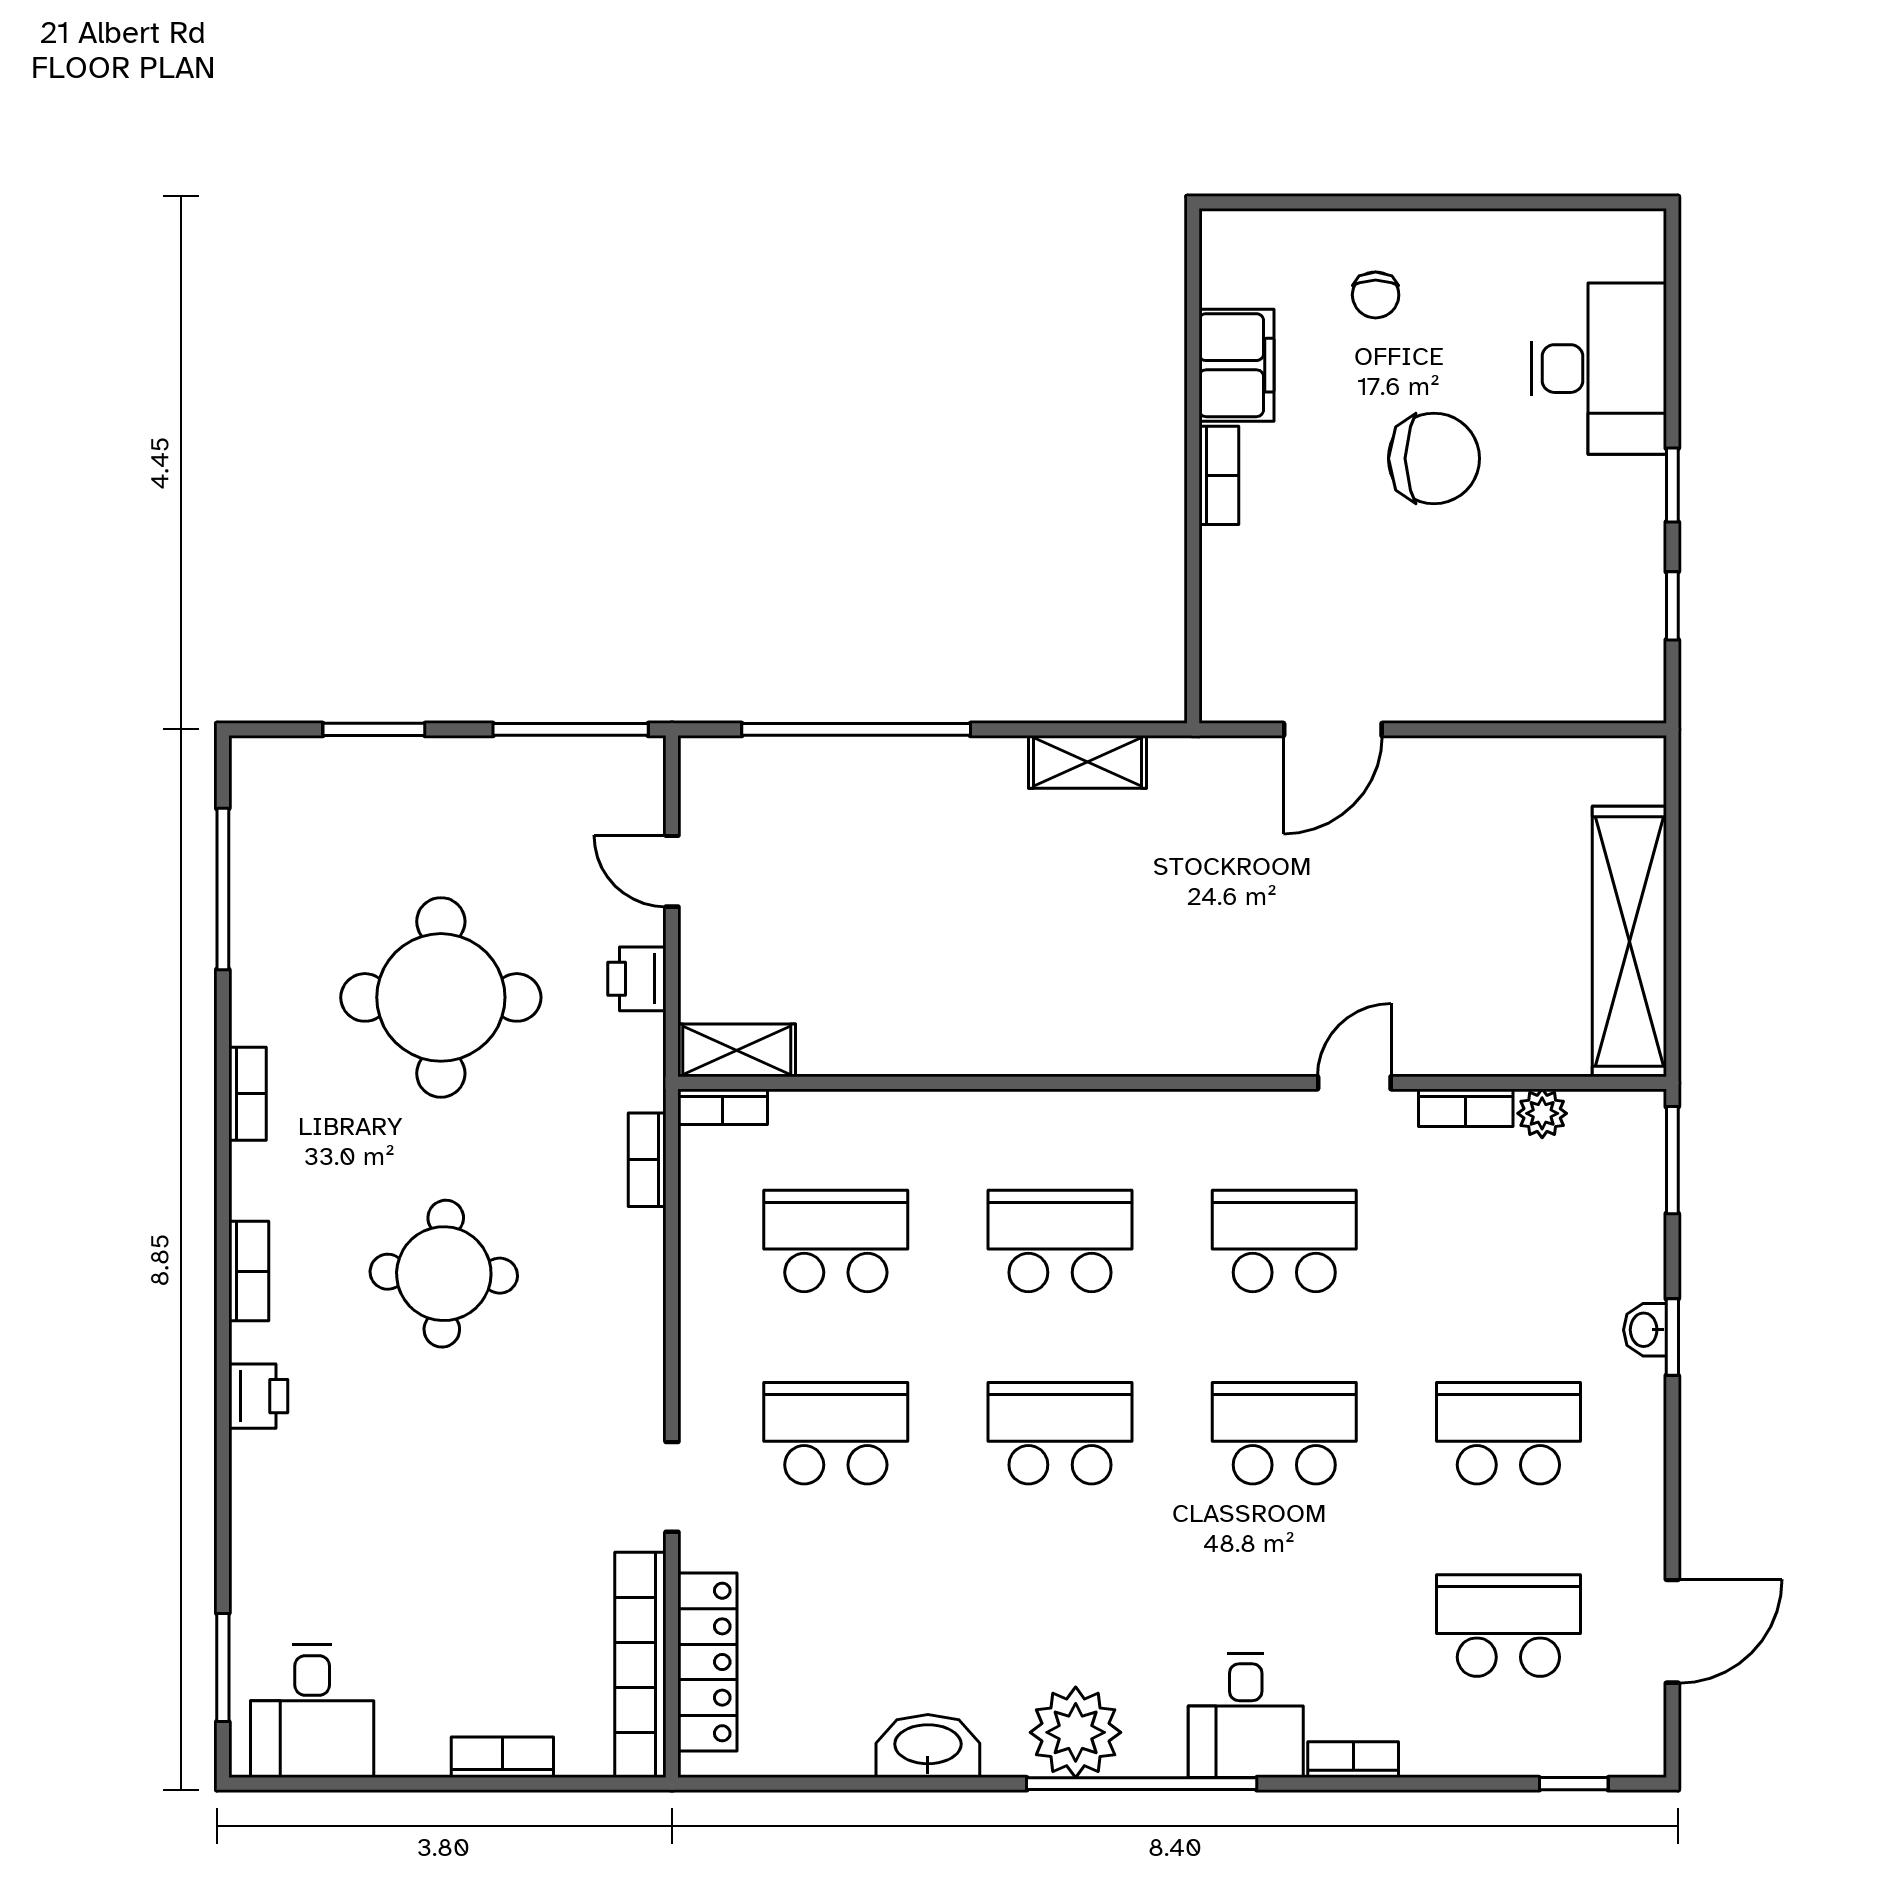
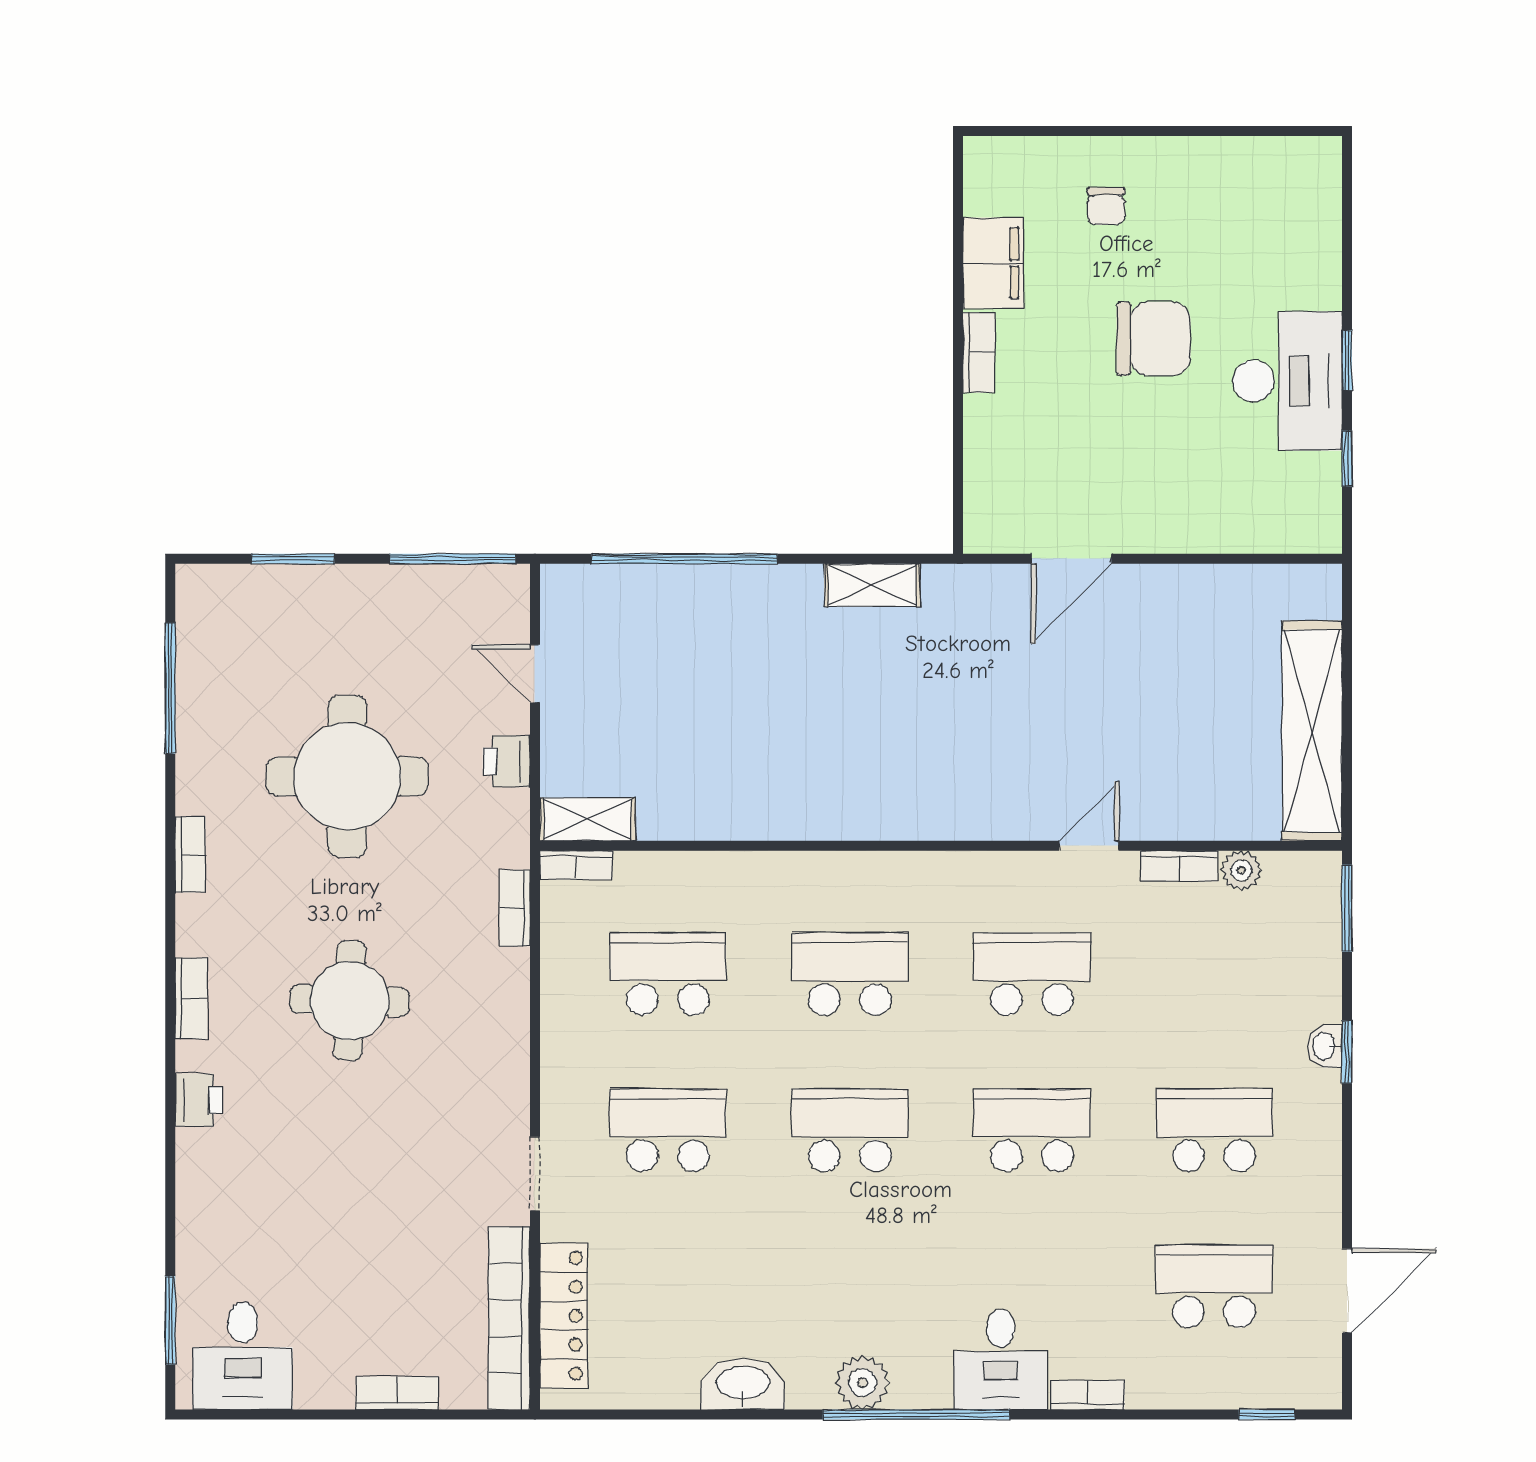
desk: (1599, 369) -> (1287, 381), moved
plant: (1076, 1732) -> (863, 1383), width x0.73, depth x0.73

